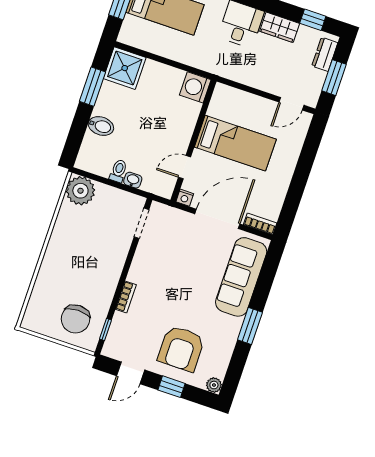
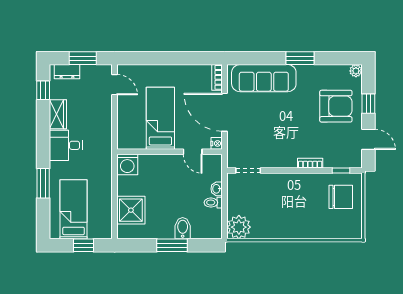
shower: (125, 68) -> (131, 210), moved
window: (93, 87) -> (172, 245), moved

